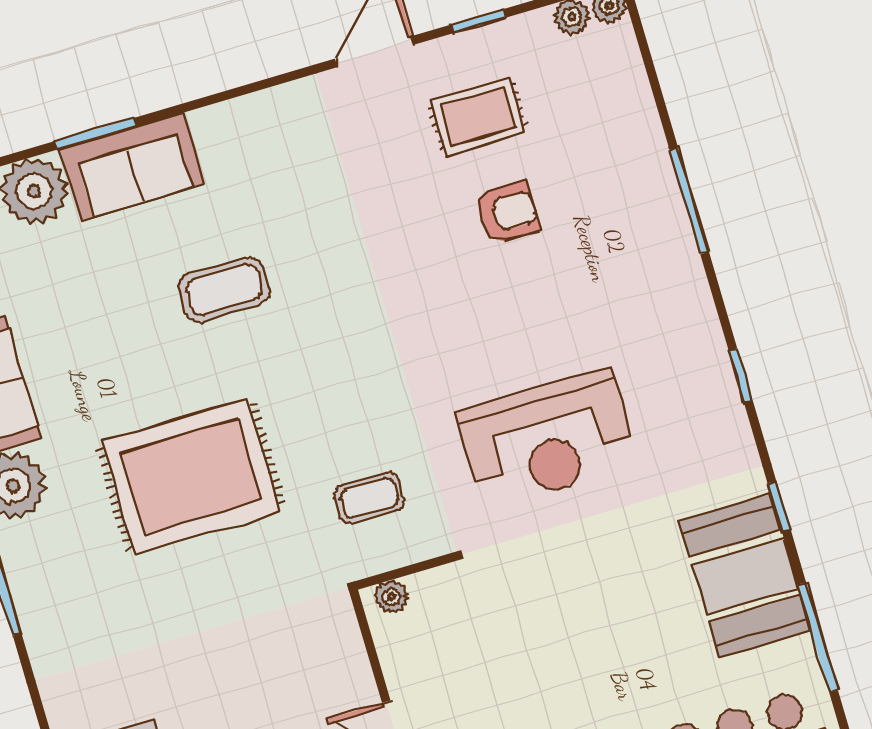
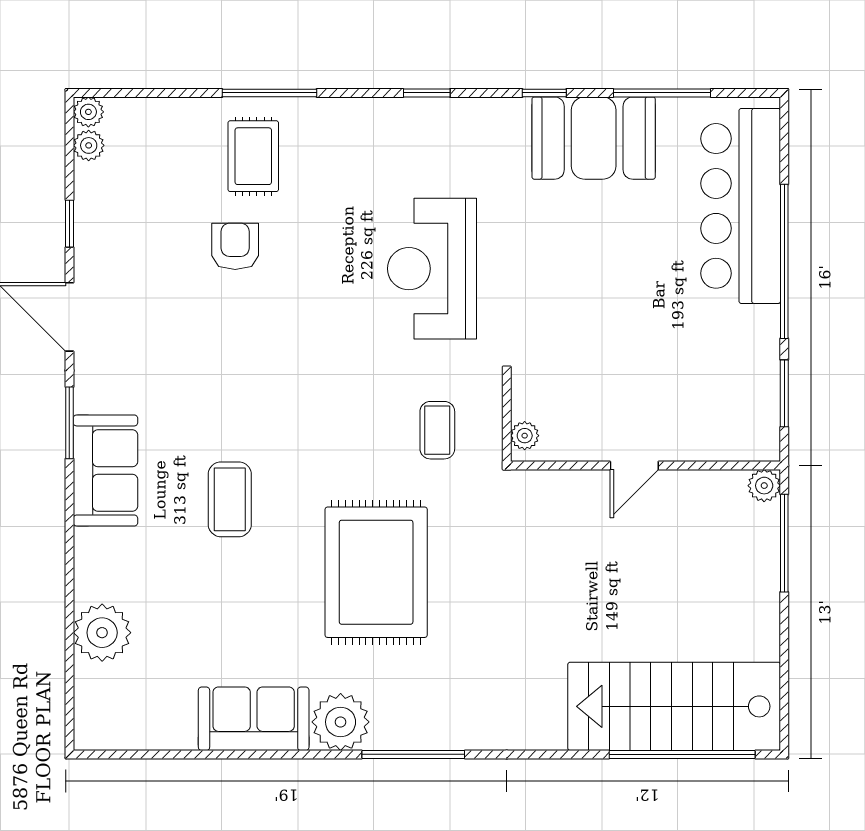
rug: (478, 116) -> (253, 156), moved
window: (96, 134) -> (69, 423), moved
sofa: (132, 166) -> (105, 470), moved
reception desk: (547, 439) -> (432, 269), turned 180

